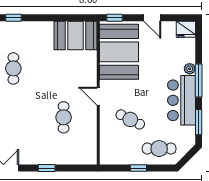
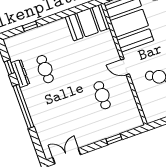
window: (47, 168) -> (114, 139), moved

